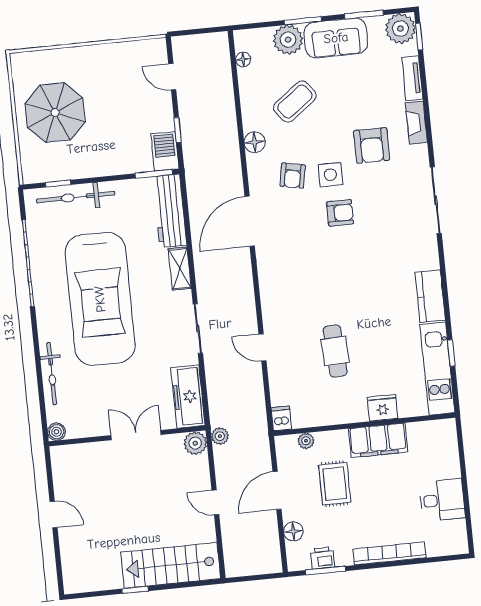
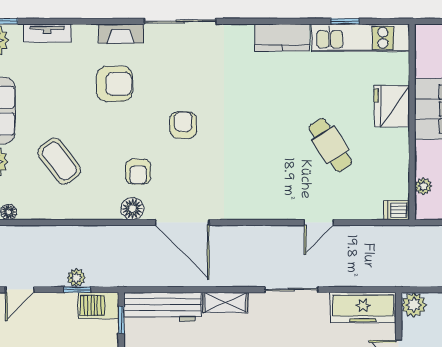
fireplace: (416, 123) -> (121, 34), moved
floor lamp: (255, 142) -> (132, 209), moved
window: (154, 174) -> (121, 320), width x0.67
side table: (330, 175) -> (141, 131), removed
armchair: (293, 176) -> (138, 172), turned 79
cafe table: (335, 351) -> (330, 145), turned 60
fridge: (383, 408) -> (392, 106), width x1.36, depth x1.34
plant: (220, 436) -> (76, 278), moved

